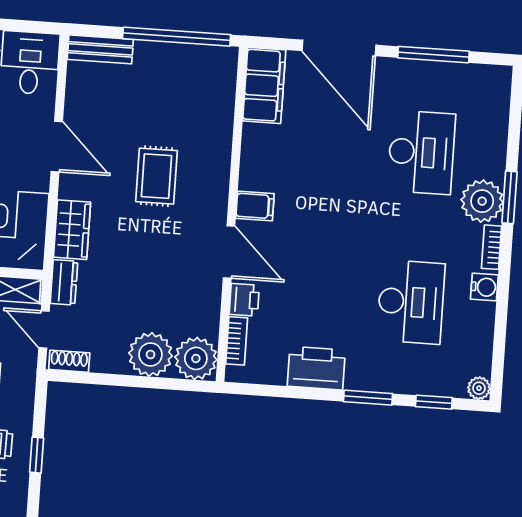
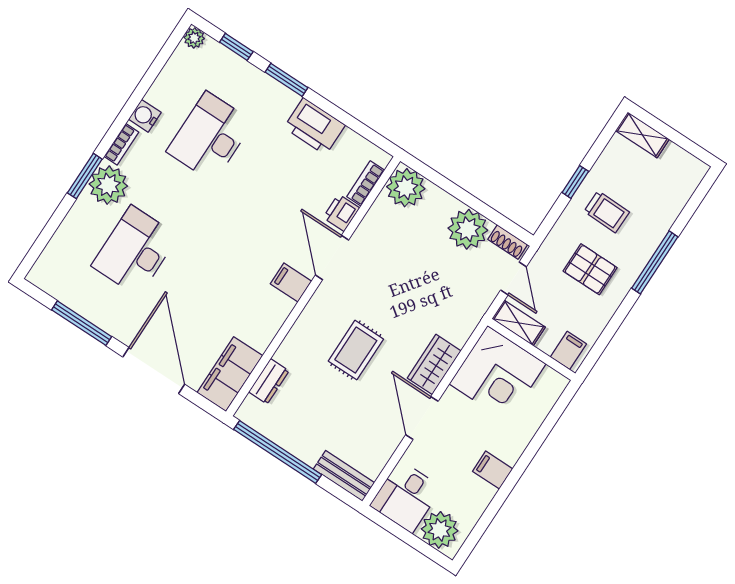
wardrobe: (72, 230) -> (434, 364), moved
dresser: (64, 282) -> (269, 381), moved, turned 180
plant: (151, 355) -> (468, 229), moved

